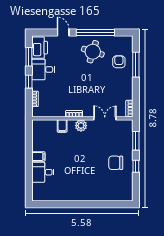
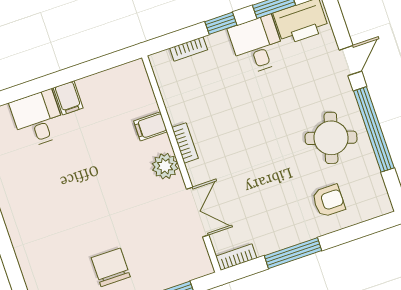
window: (136, 65) -> (293, 253), moved

